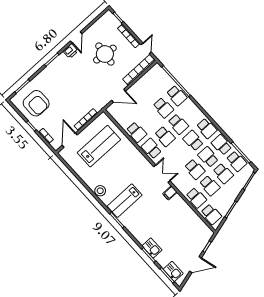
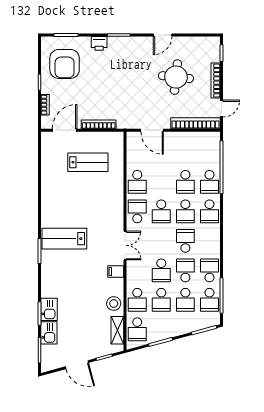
printer: (71, 51) -> (99, 43), moved
school desk: (207, 128) -> (209, 211), moved
lab bench: (99, 146) -> (88, 162), width x0.73, depth x0.72
stool: (100, 191) -> (114, 304), moved
shelving: (201, 225) -> (117, 330), added
kitchen sink: (173, 271) -> (49, 333), moved

